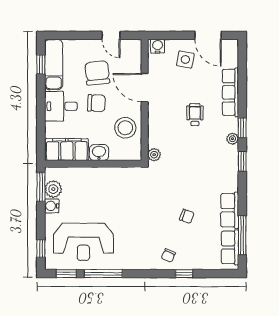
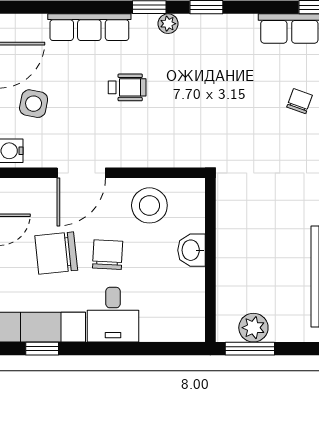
wheelchair: (195, 115) -> (127, 87), turned 180
filing cabinet: (67, 150) -> (186, 305), removed
plant: (154, 155) -> (195, 157), removed
water cooler: (52, 206) -> (282, 330), removed

